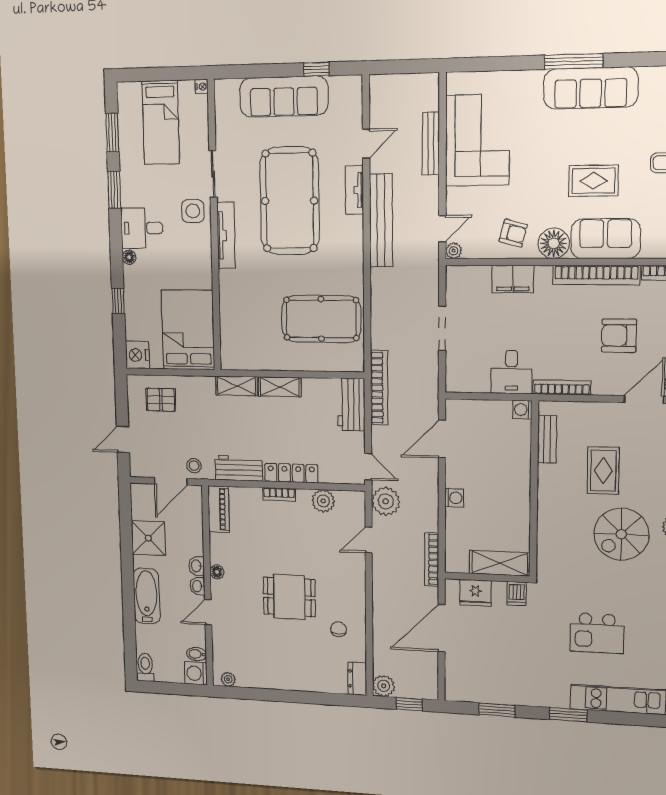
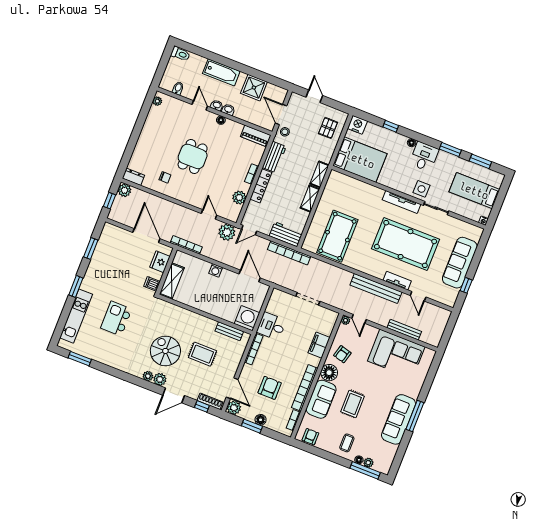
washing machine: (522, 410) -> (247, 318), width x1.89, depth x1.89
washing machine: (196, 673) -> (167, 83), removed

